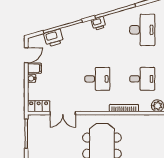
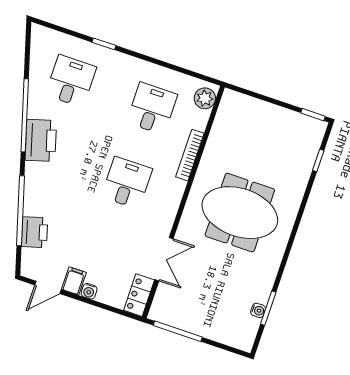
printer: (99, 23) -> (41, 140), width x1.87, depth x1.48
desk: (142, 30) -> (71, 81), width x0.73
door: (26, 55) -> (48, 287), swing flipped

